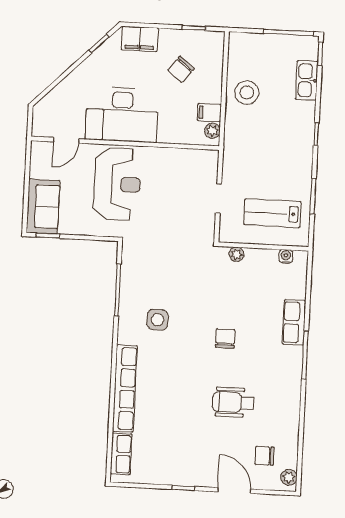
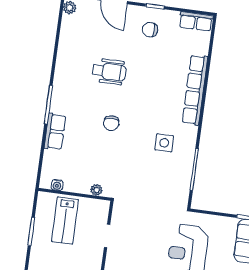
lab bench: (272, 213) -> (65, 221), turned 90
row of seats: (121, 454) -> (196, 21), moved, turned -90
chair: (264, 456) -> (150, 30), moved, turned 180

